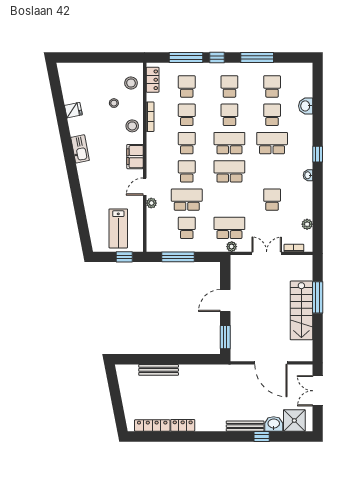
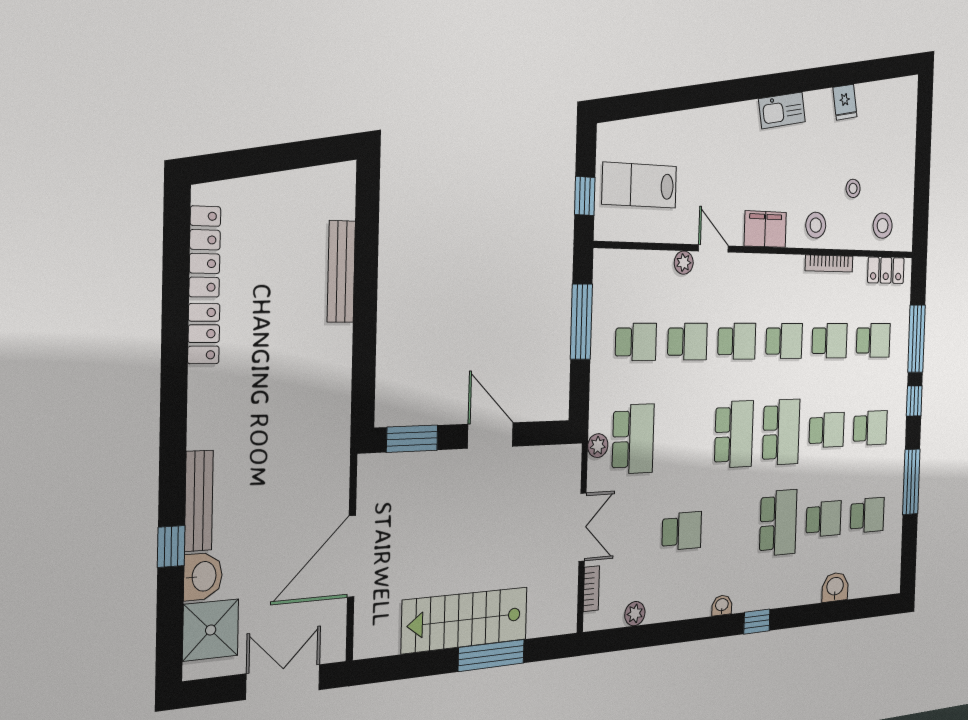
school desk: (187, 200) -> (687, 342), width x0.54

